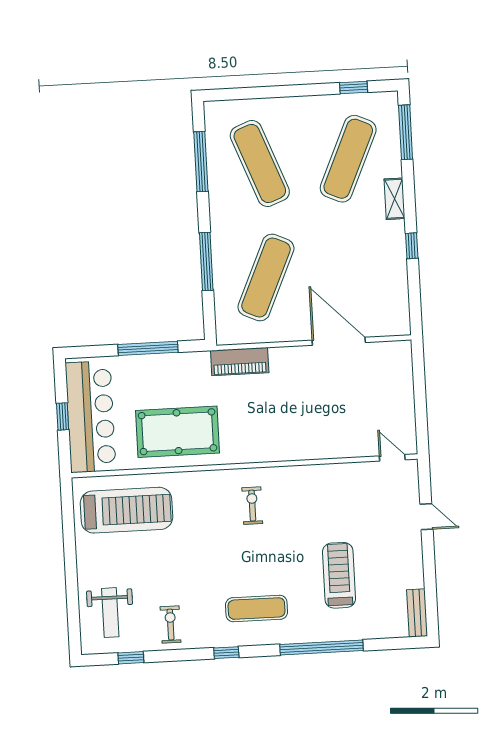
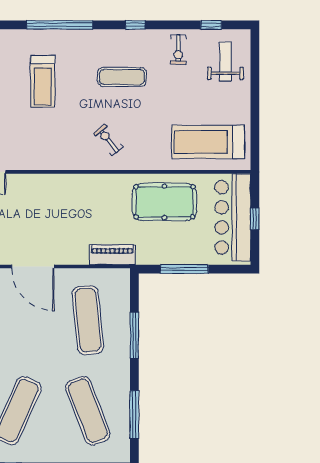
exercise mat: (266, 278) -> (88, 320), turned -30
exercise bike: (252, 506) -> (108, 140), turned 141
exercise mat: (257, 609) -> (122, 77), moved

